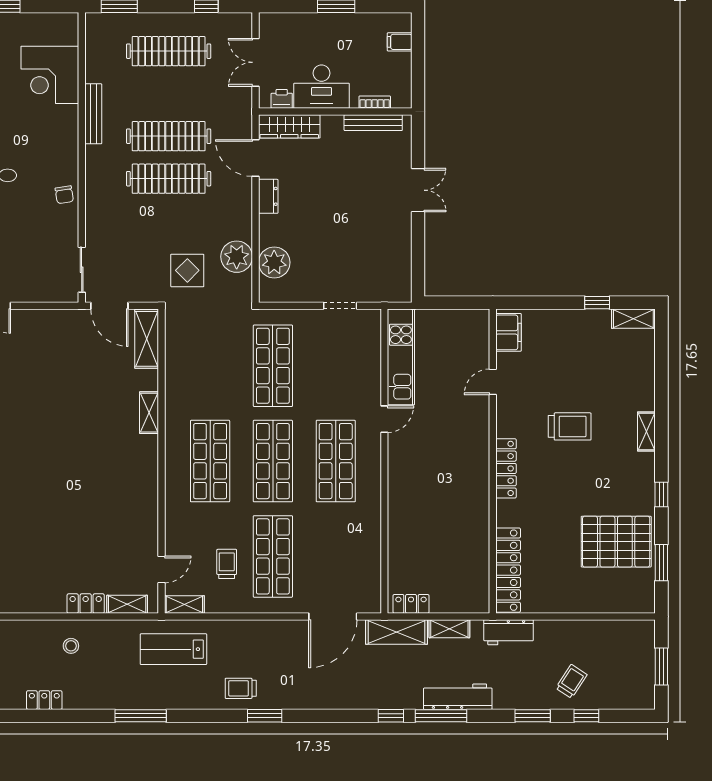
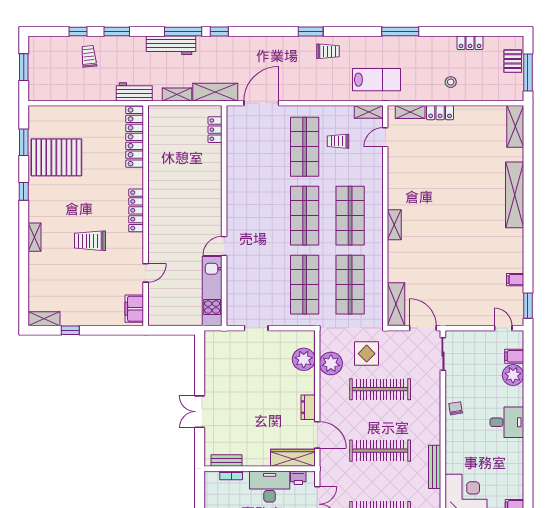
bench: (373, 123) -> (227, 460), width x0.73
clothes rail: (169, 179) -> (380, 389), moved
shelving: (149, 413) -> (394, 225), moved
shop shelf: (336, 461) -> (350, 285), moved
trolley: (227, 564) -> (338, 141), turned 90
locker: (411, 604) -> (215, 130), moved, turned 90
trolley: (571, 681) -> (89, 56), turned 141

